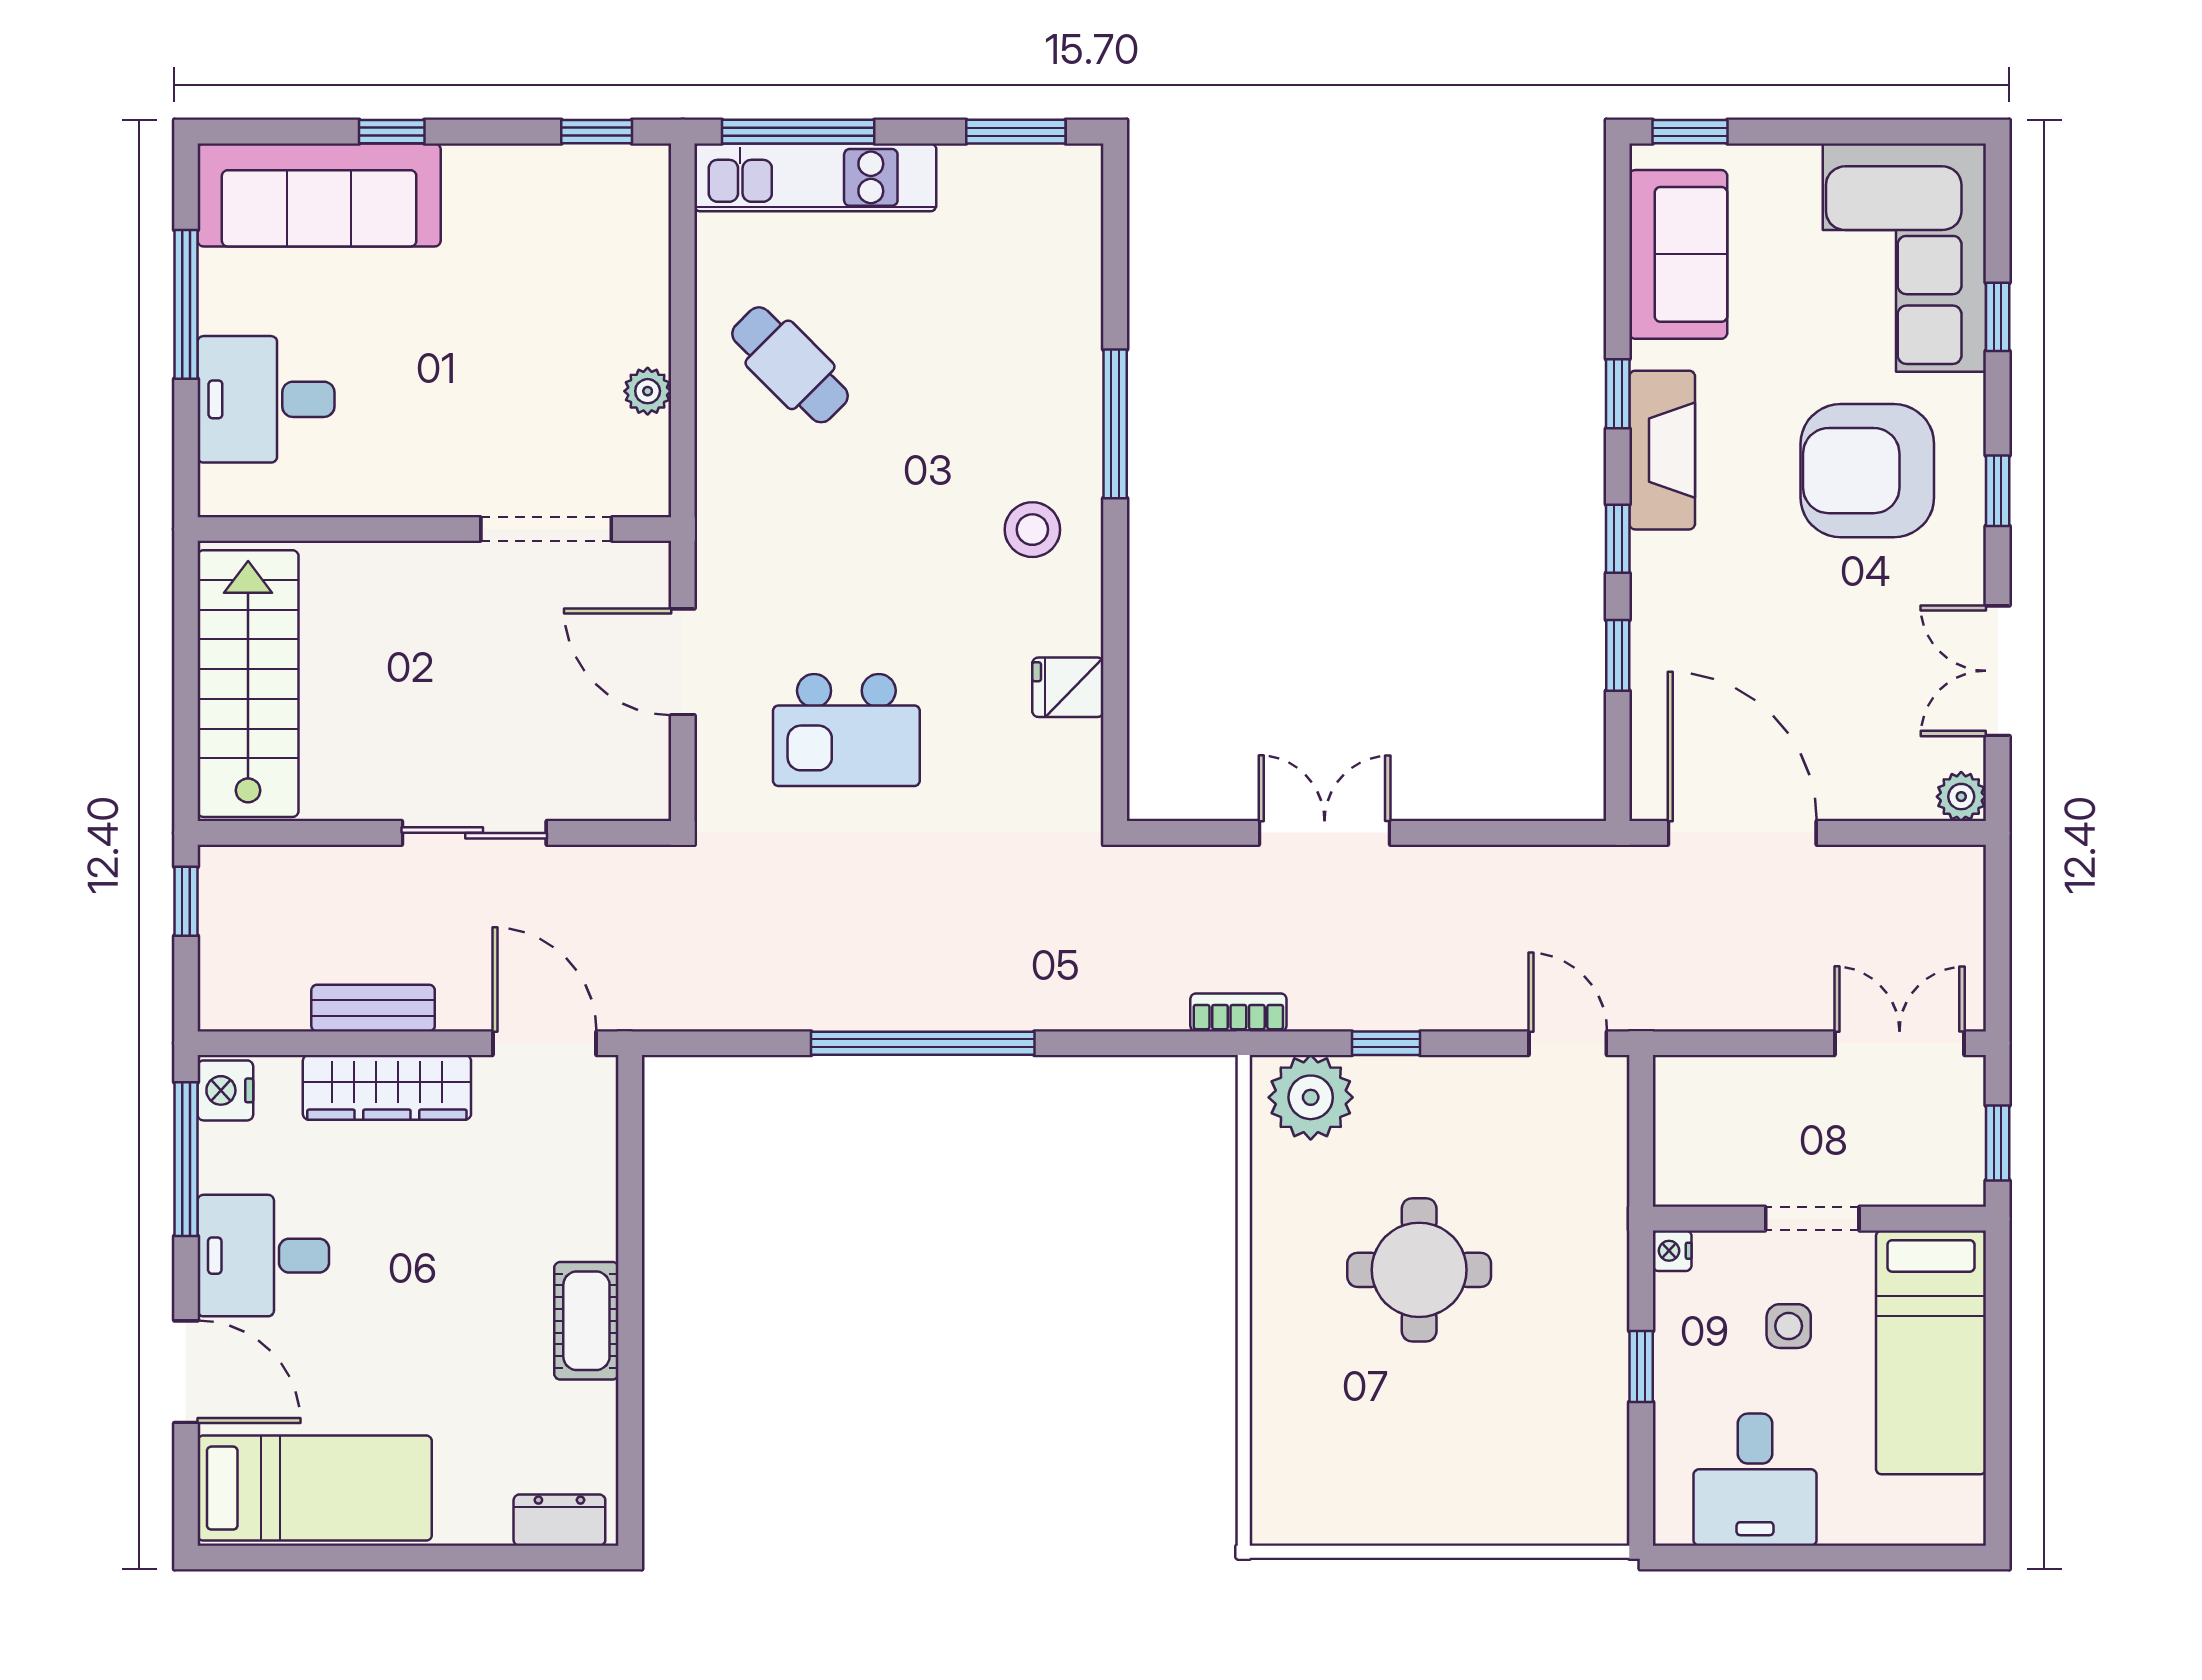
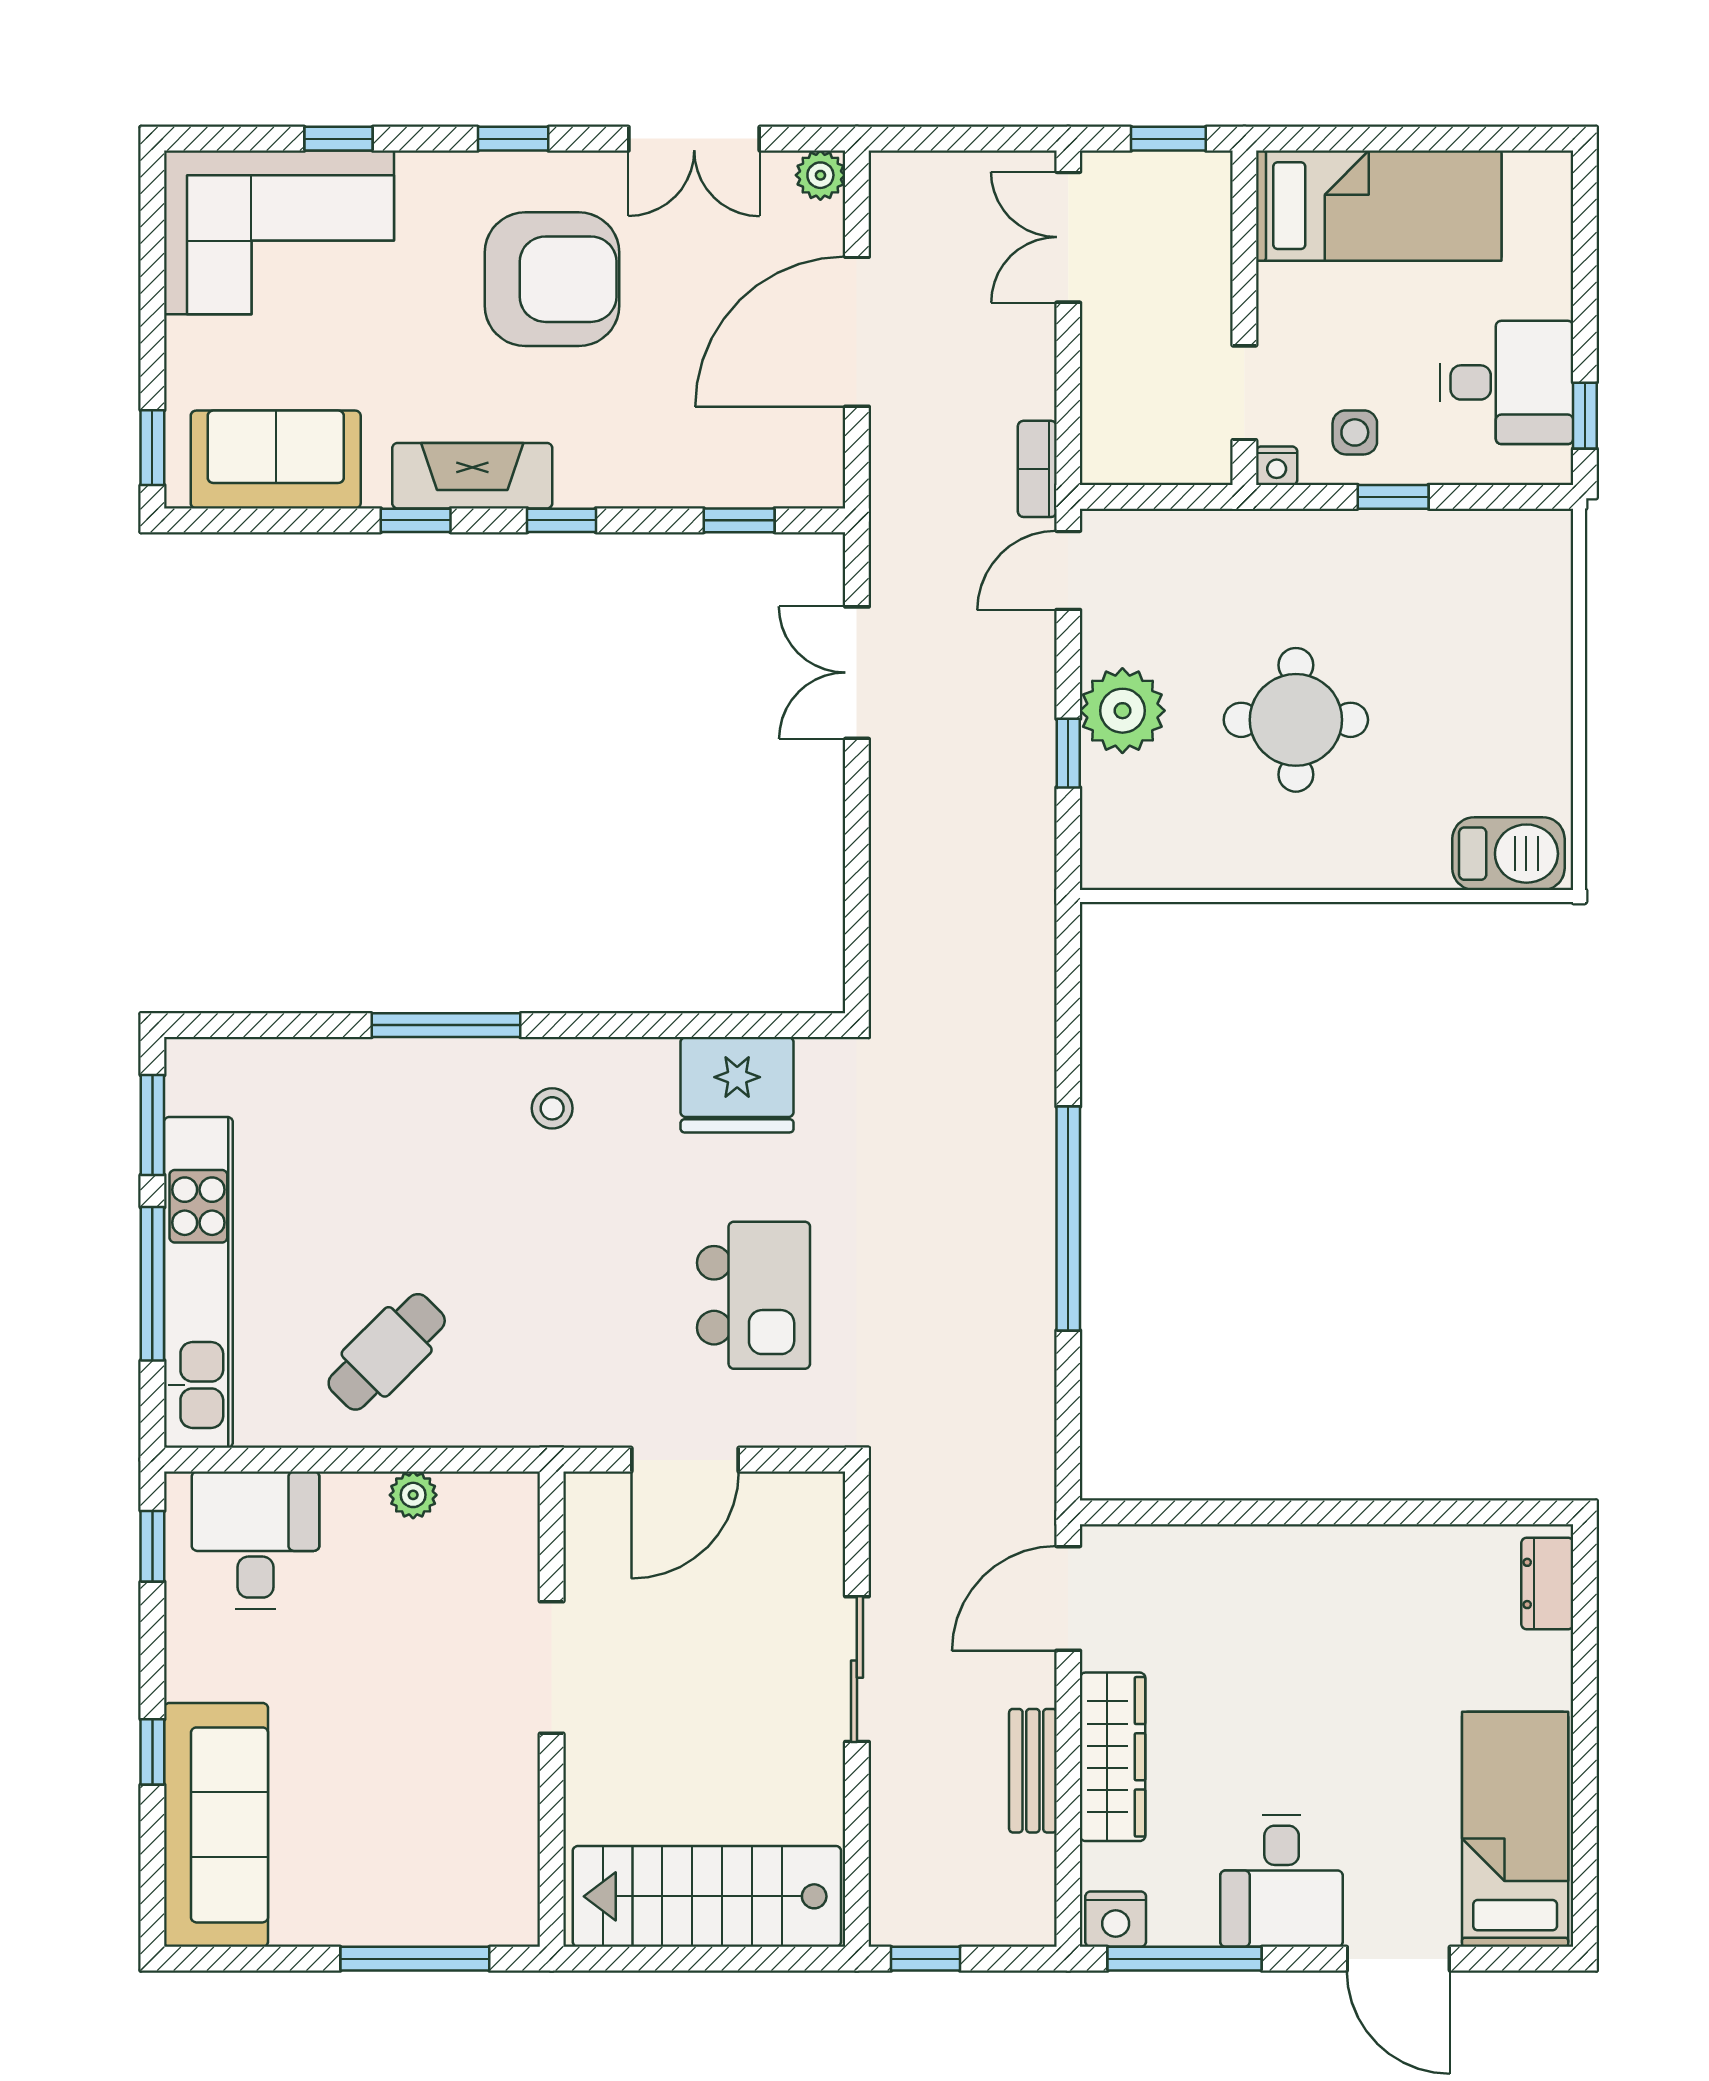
window: (798, 132) -> (152, 1284), moved
kitchen unit: (815, 177) -> (198, 1282), width x1.36
window: (186, 304) -> (415, 1959), moved
desk: (266, 399) -> (255, 1540), moved, turned 180
armchair: (1867, 471) -> (552, 279), moved, turned -90
doorway: (546, 529) -> (552, 1667), moved
stool: (1032, 530) -> (552, 1108), width x0.73, depth x0.73
window: (1618, 655) -> (739, 520), moved
fridge: (1068, 687) -> (737, 1085), width x1.88, depth x1.34
double door: (1325, 833) -> (857, 673), moved
door: (1742, 833) -> (857, 332), moved
bookcase: (1238, 1012) -> (1037, 469), moved
plant: (1311, 1097) -> (1122, 711), moved
doorway: (1812, 1219) -> (1244, 393), moved
cot: (586, 1321) -> (1347, 1556), removed
side table: (1789, 1326) -> (1355, 432), moved
door: (186, 1372) -> (1398, 1959), swing flipped
barbecue: (1286, 1482) -> (1508, 854), added
window: (1722, 1558) -> (1585, 416), added

